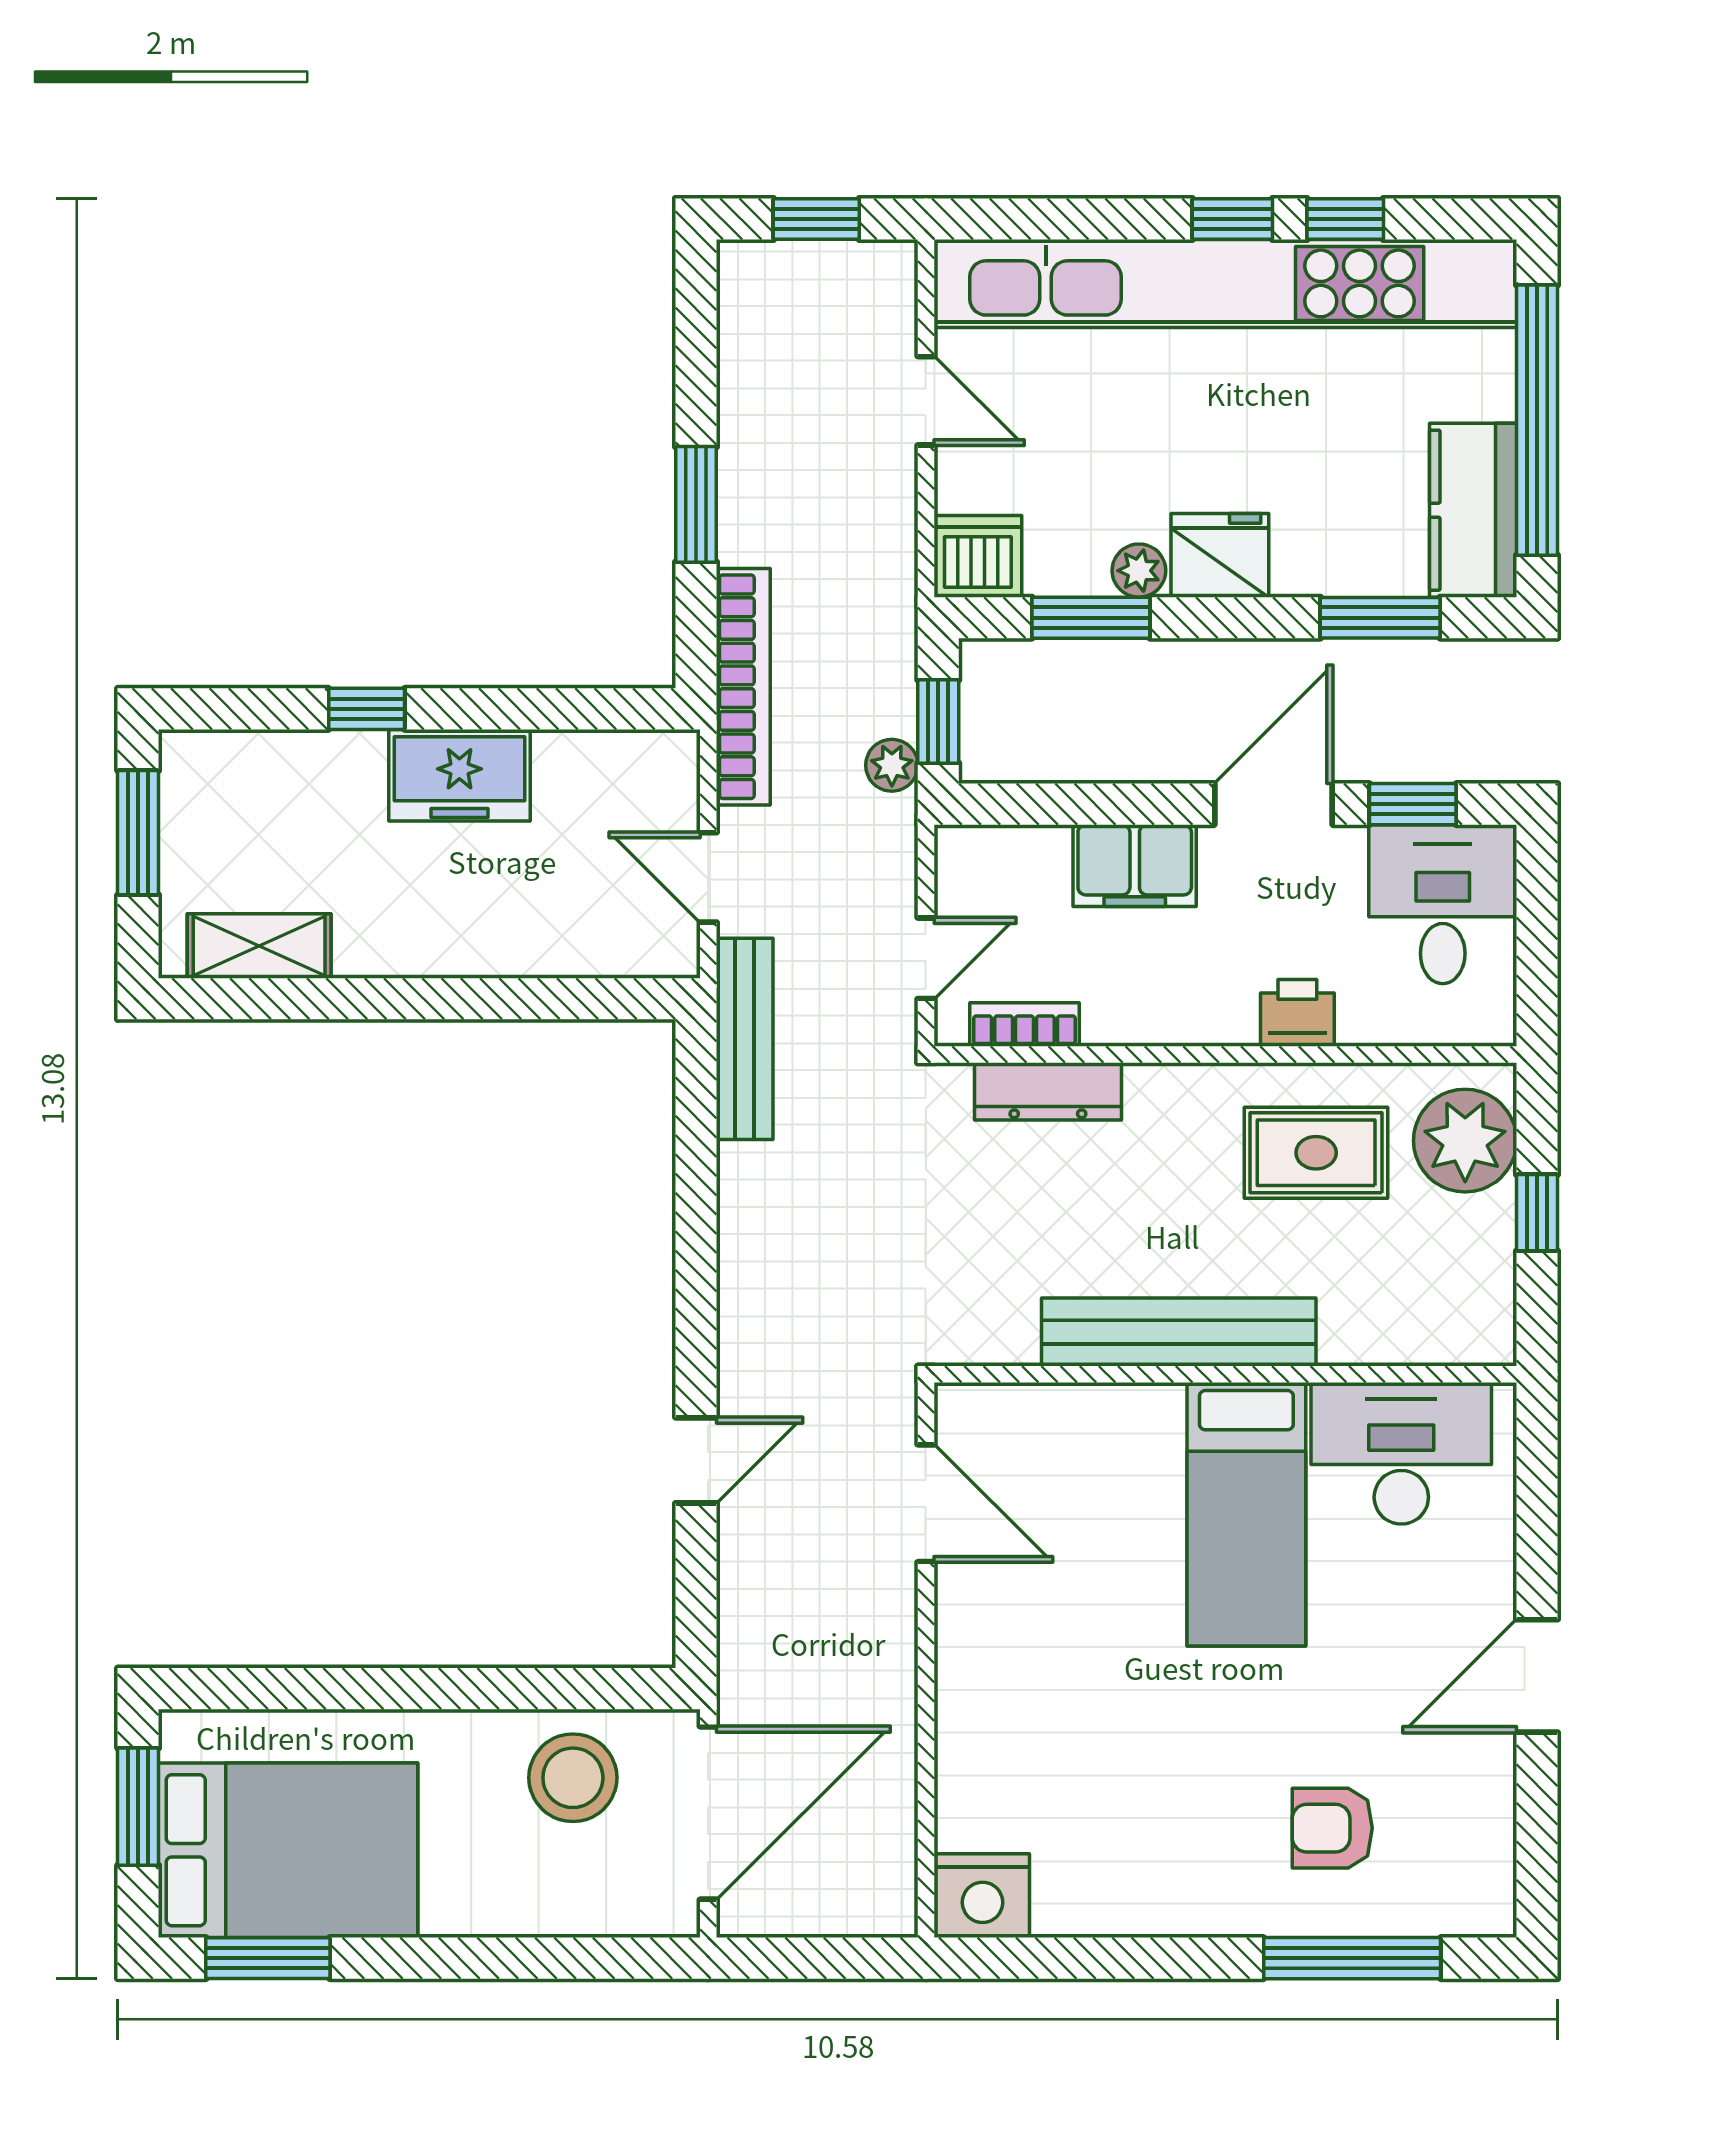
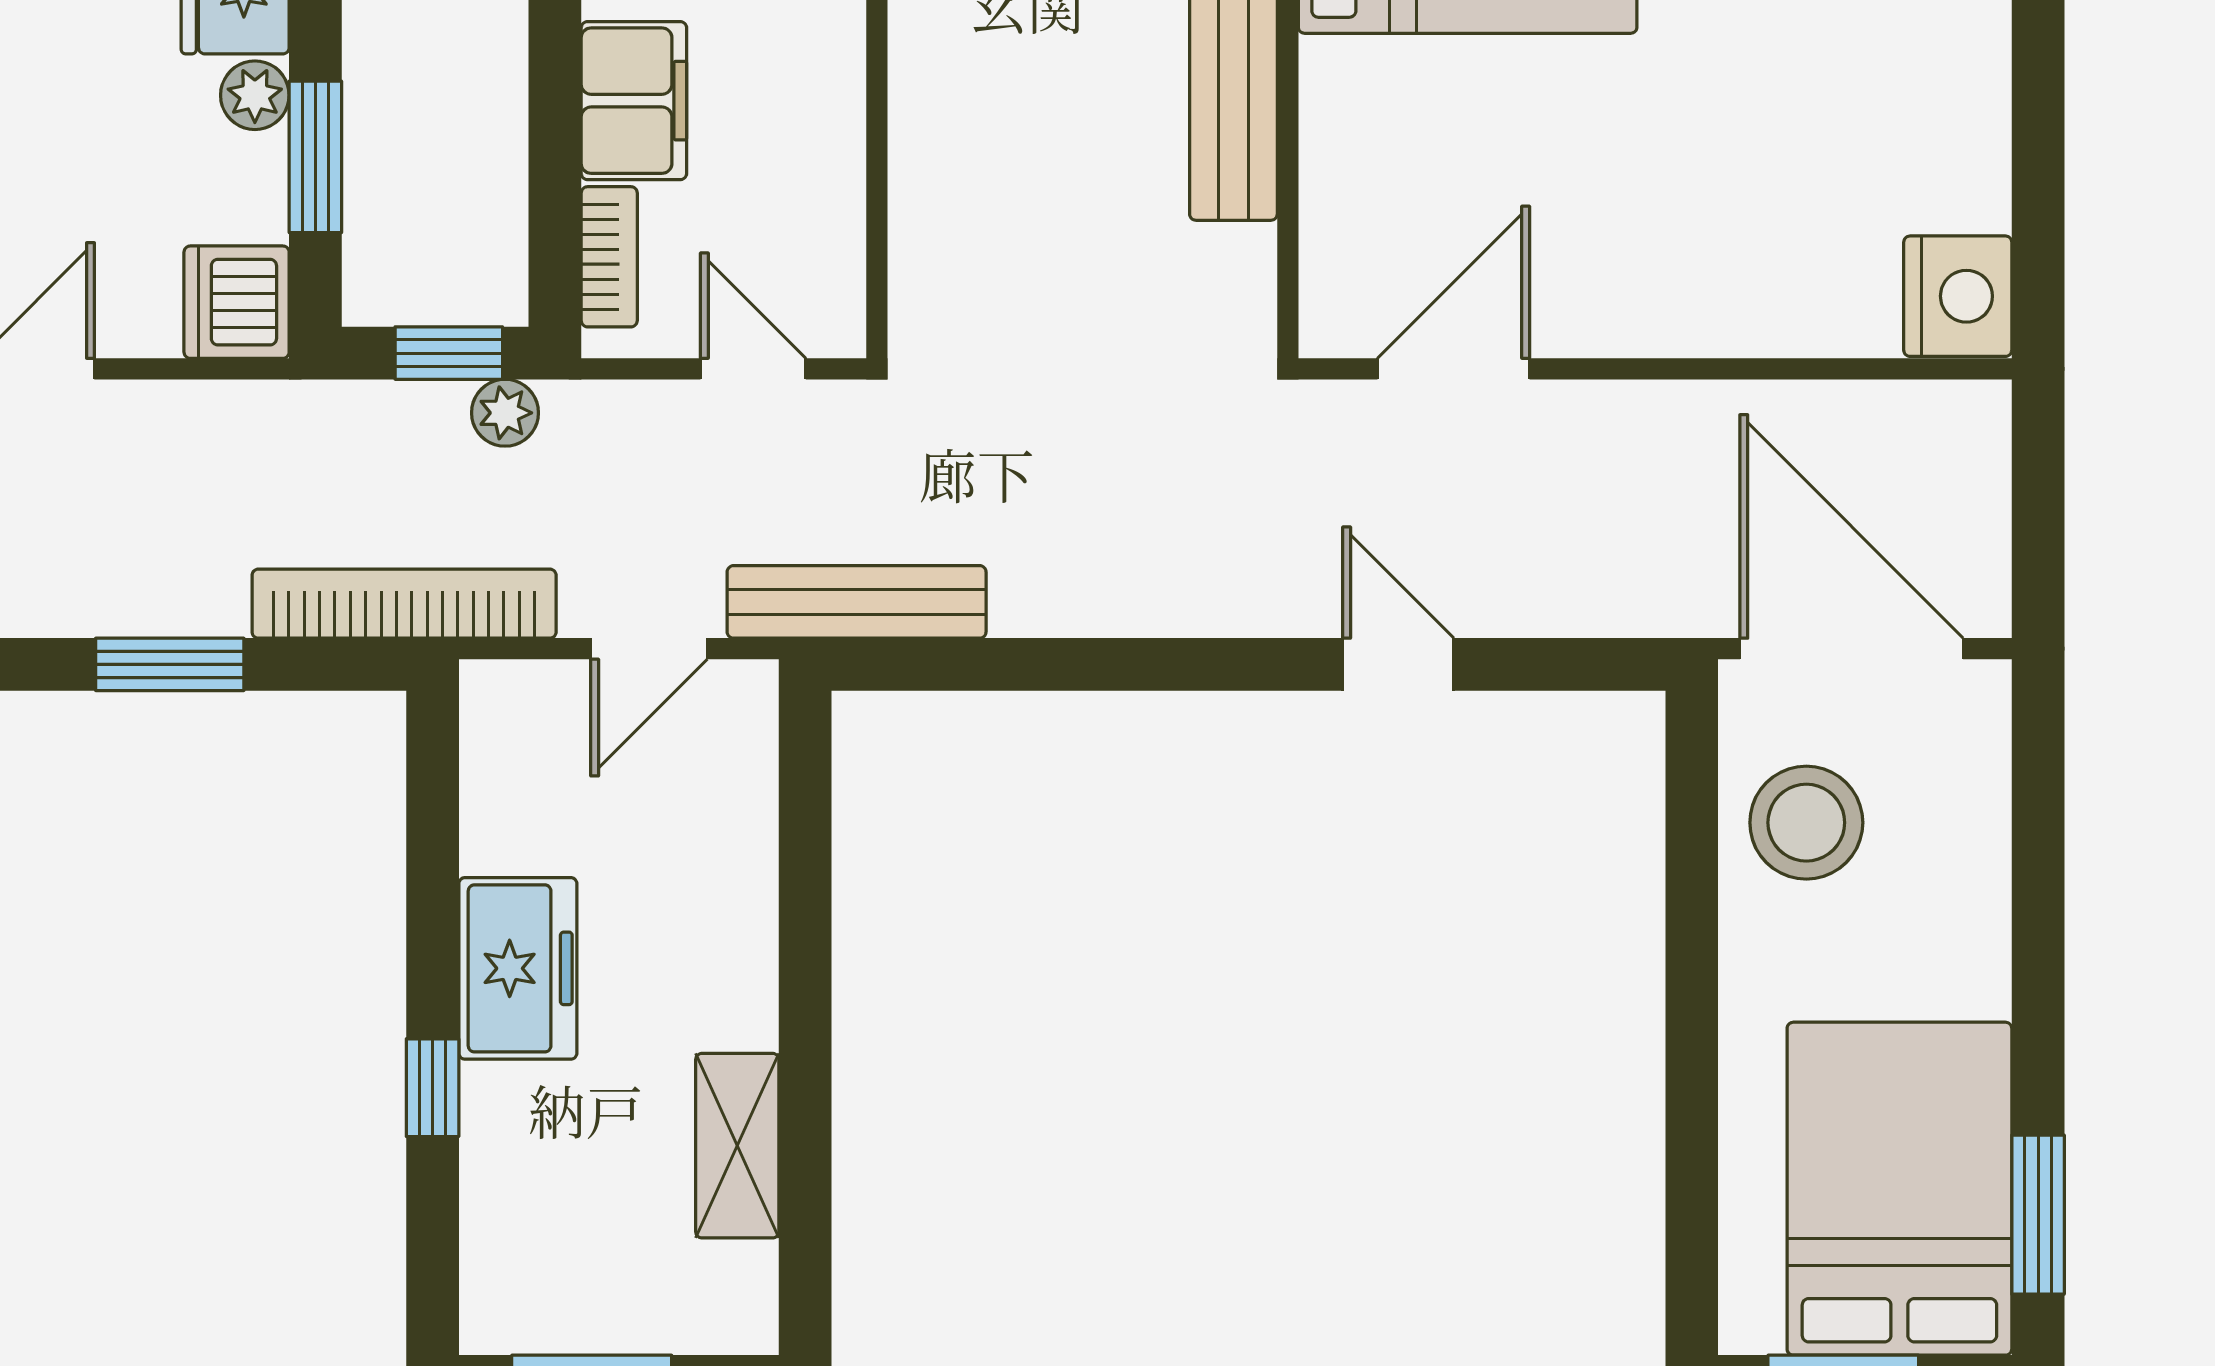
shelving: (259, 946) -> (737, 1146), moved
bookcase: (1024, 1025) -> (609, 257), moved, turned 180
dresser: (1048, 1091) -> (924, 212), removed

